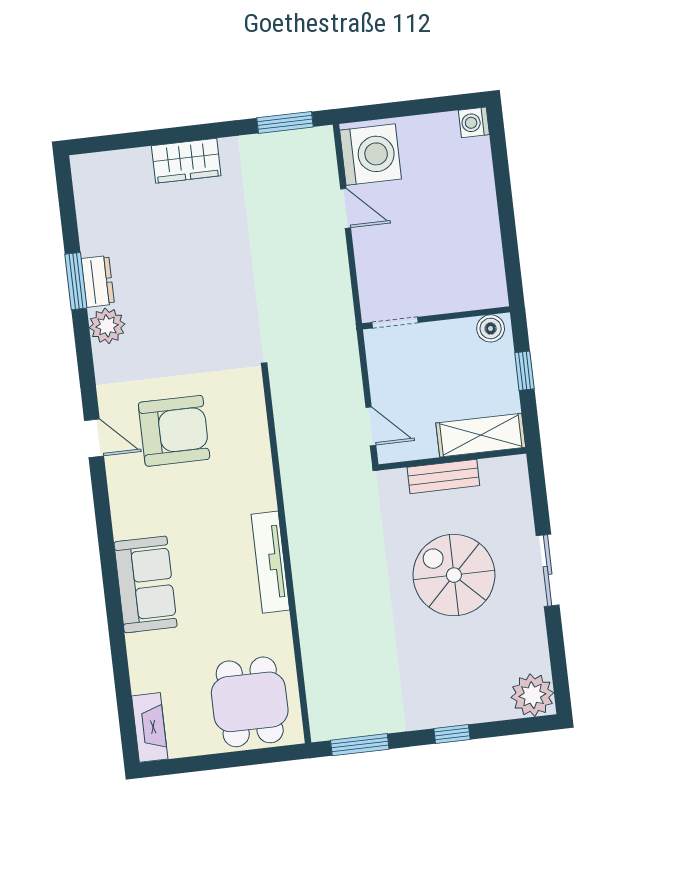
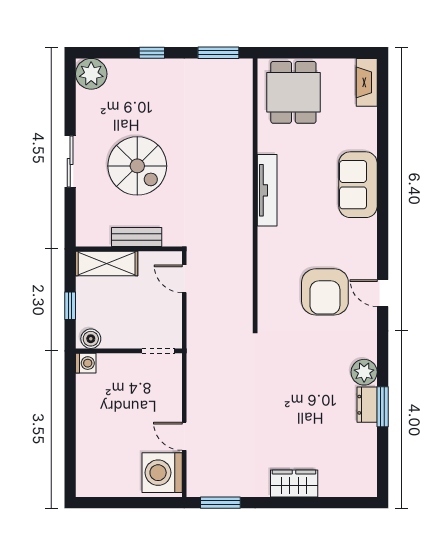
washing machine: (474, 122) -> (86, 363), moved
armchair: (174, 431) -> (325, 292), turned -90

